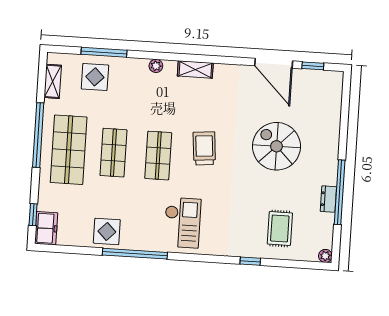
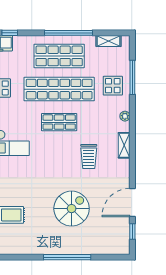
display table: (95, 77) -> (113, 86), moved
trolley: (204, 148) -> (89, 157), moved, turned 95
shop shelf: (113, 153) -> (59, 89), width x2.00, depth x1.36
window: (340, 192) -> (67, 257), moved
dresser: (328, 199) -> (35, 249), removed

